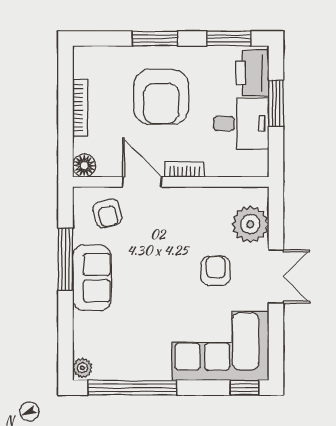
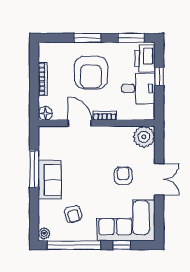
window: (276, 103) -> (159, 76), width x0.67
armchair: (107, 213) -> (73, 214), moved
plant: (250, 224) -> (144, 137), moved
window: (244, 388) -> (122, 245), moved

